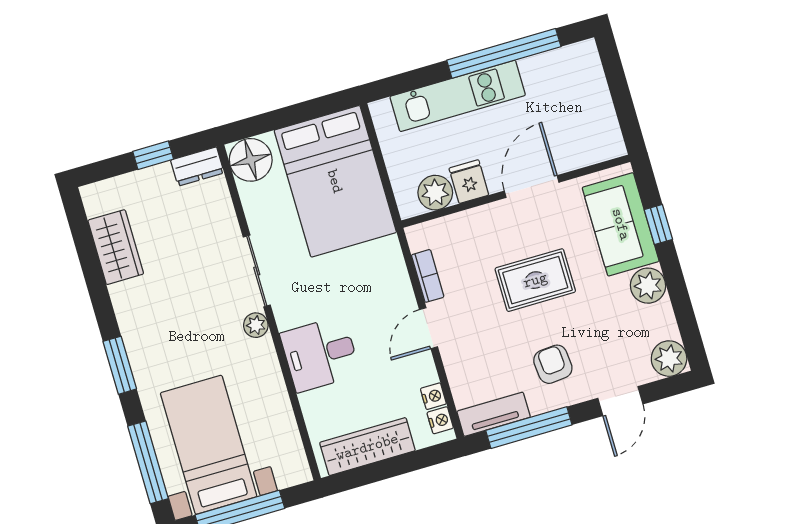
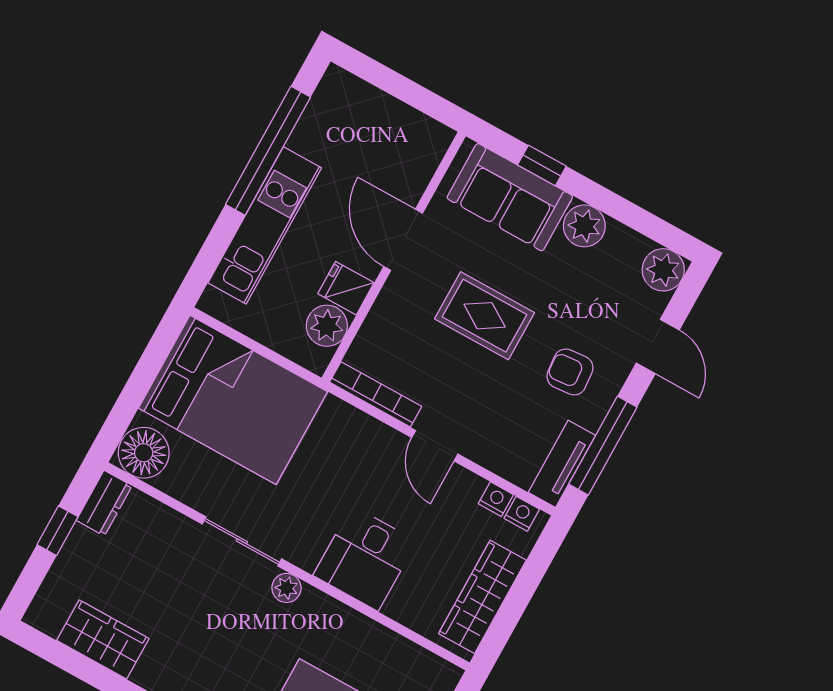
bookcase: (428, 276) -> (376, 394), width x1.56
rug: (535, 280) -> (485, 316), turned 90

